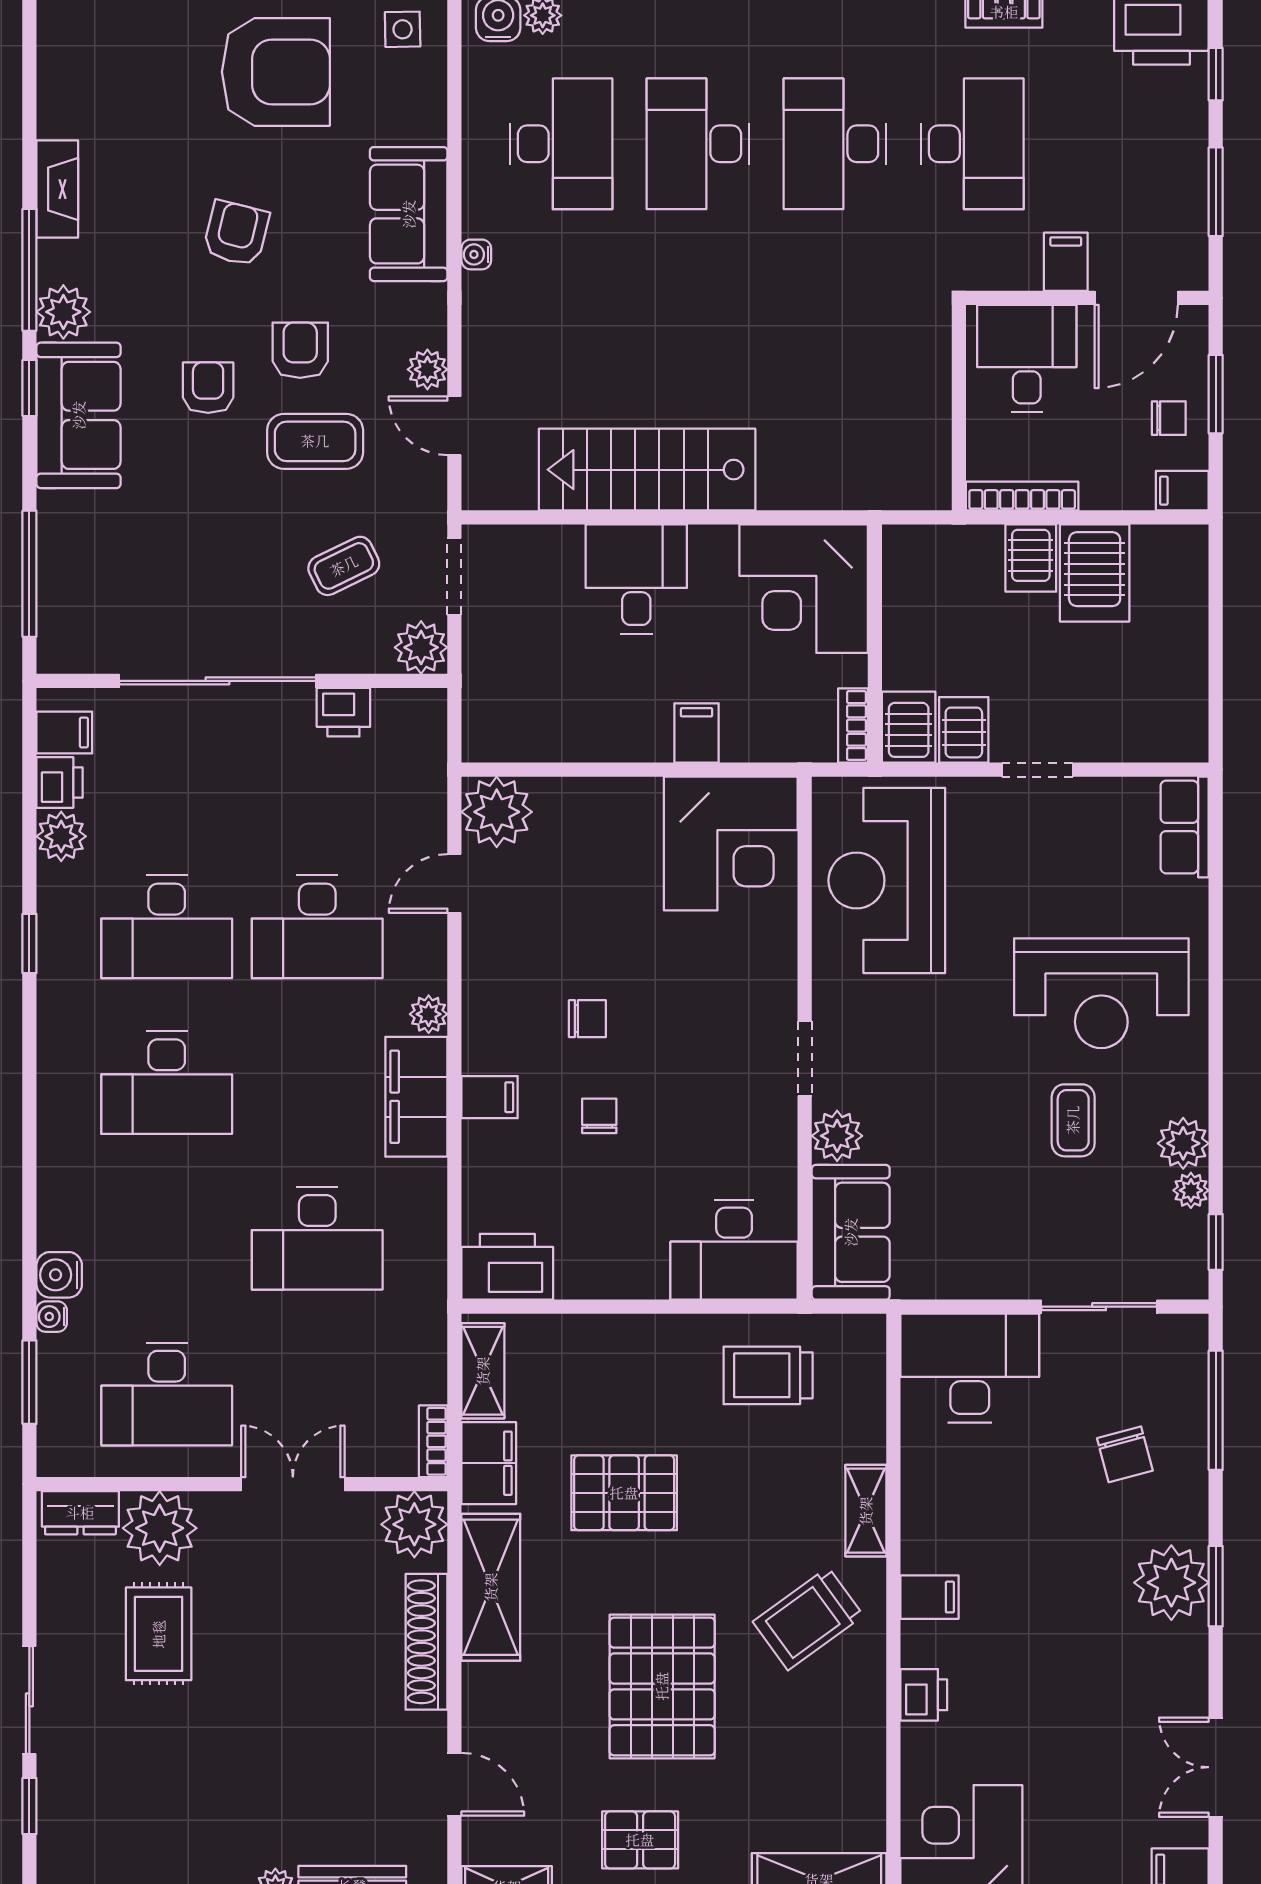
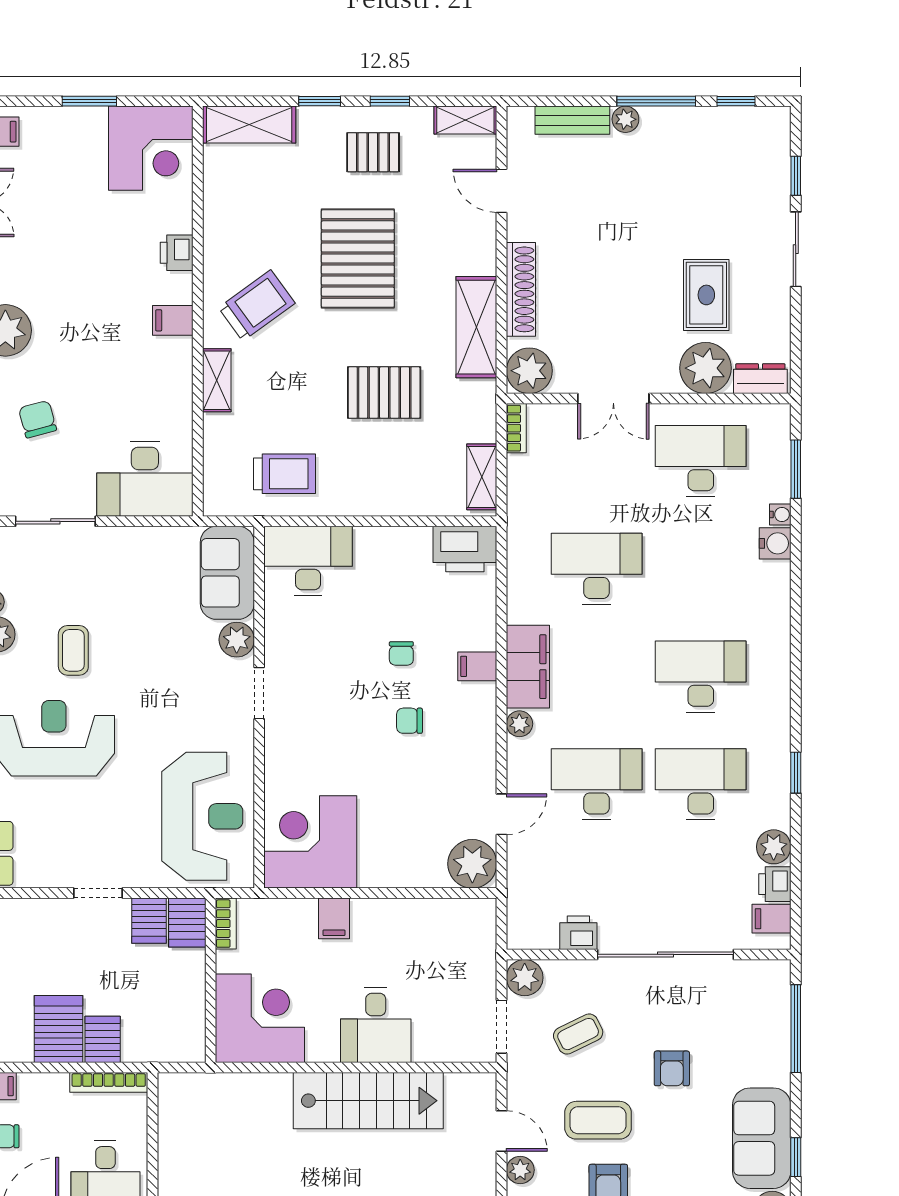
armchair: (208, 388) -> (672, 1068), moved
filing cabinet: (489, 1463) -> (478, 413), removed

